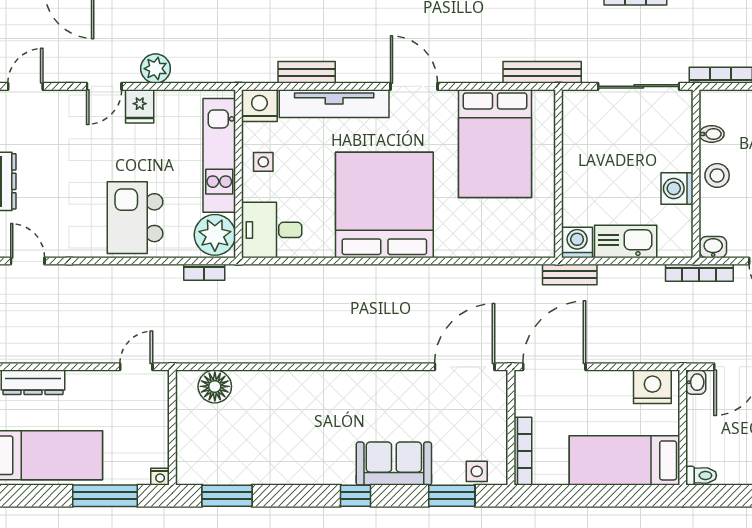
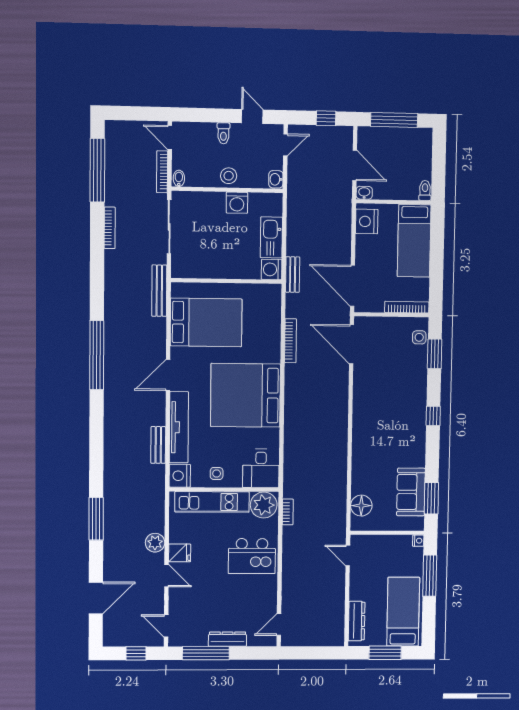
bidet: (712, 134) -> (179, 178), moved
bookcase: (699, 273) -> (290, 341), moved
sofa: (394, 464) -> (411, 492), moved

